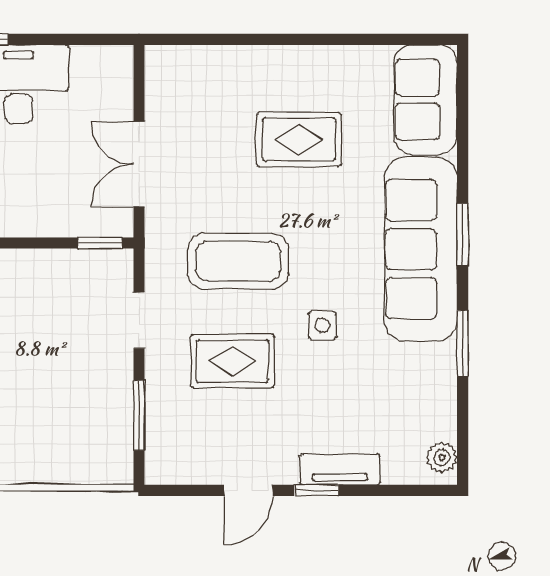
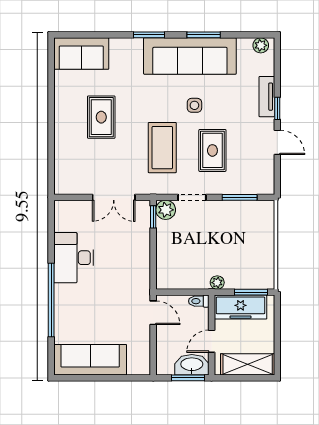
sofa: (421, 249) -> (190, 56), moved
plant: (114, 268) -> (166, 210), added

